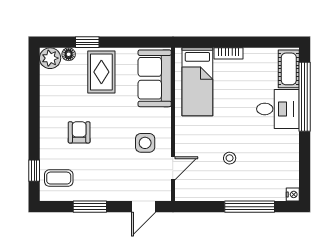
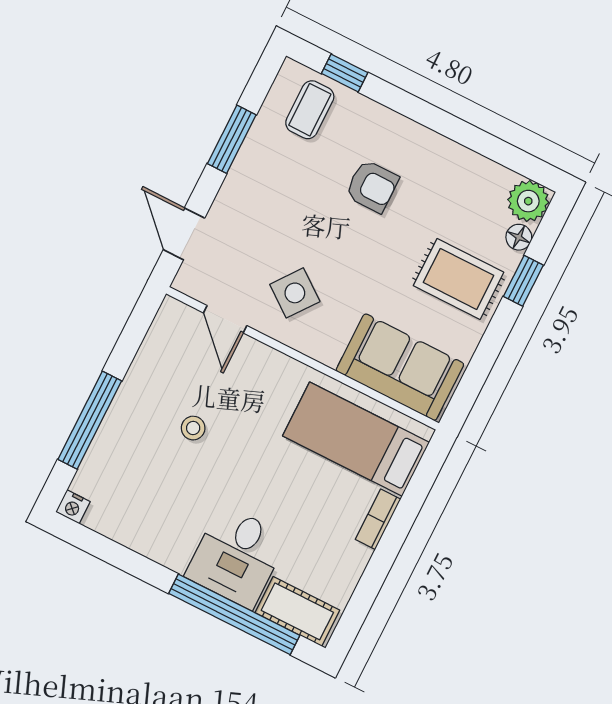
side table: (145, 143) -> (295, 293), turned 37

